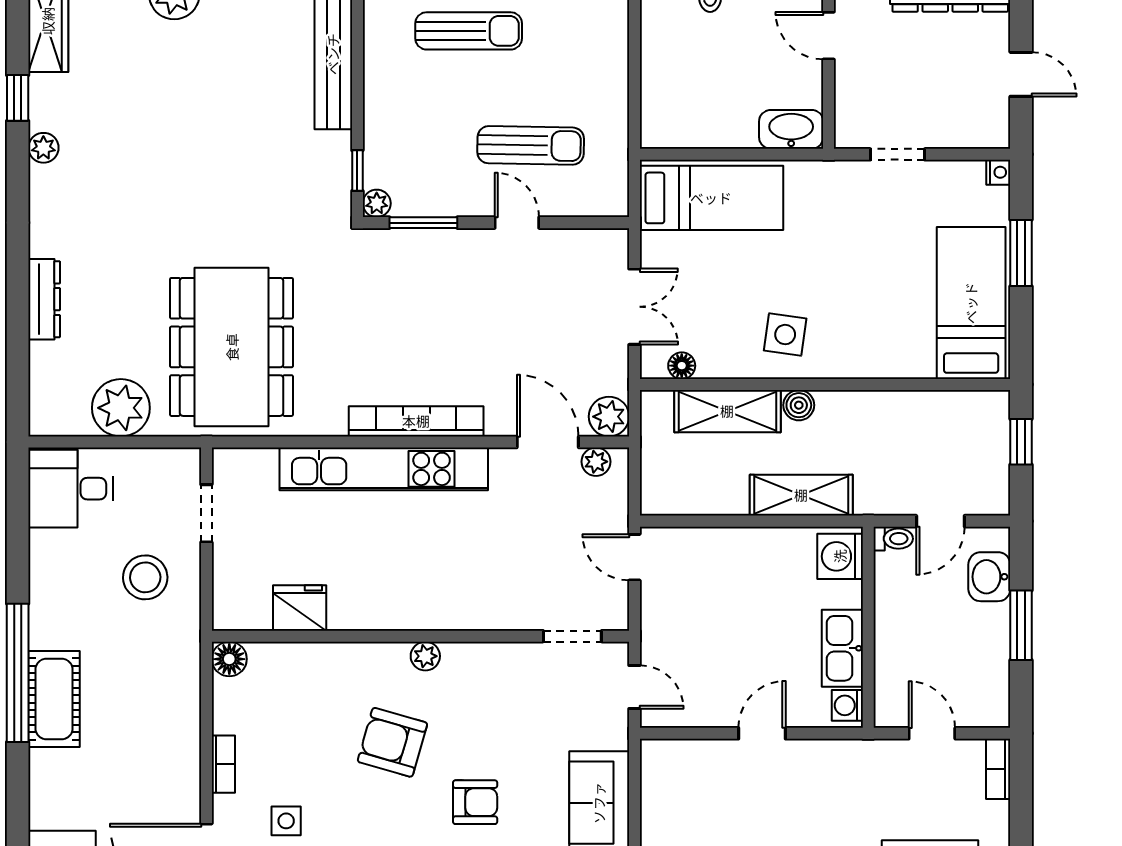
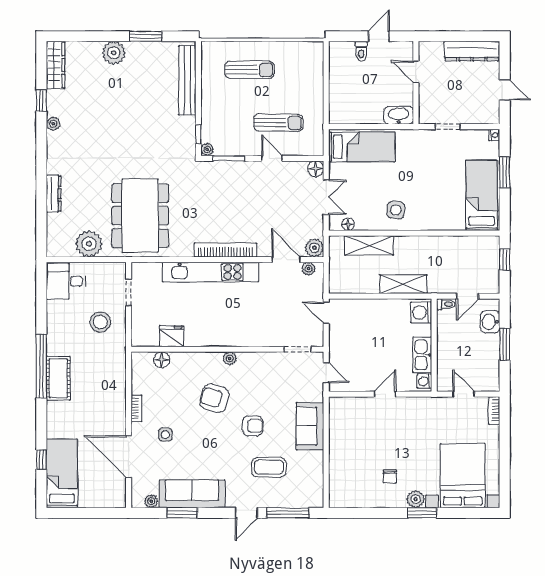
floor lamp: (612, 245) -> (316, 169), added
boiler: (799, 405) -> (402, 243), removed
floor lamp: (229, 659) -> (162, 360), moved

